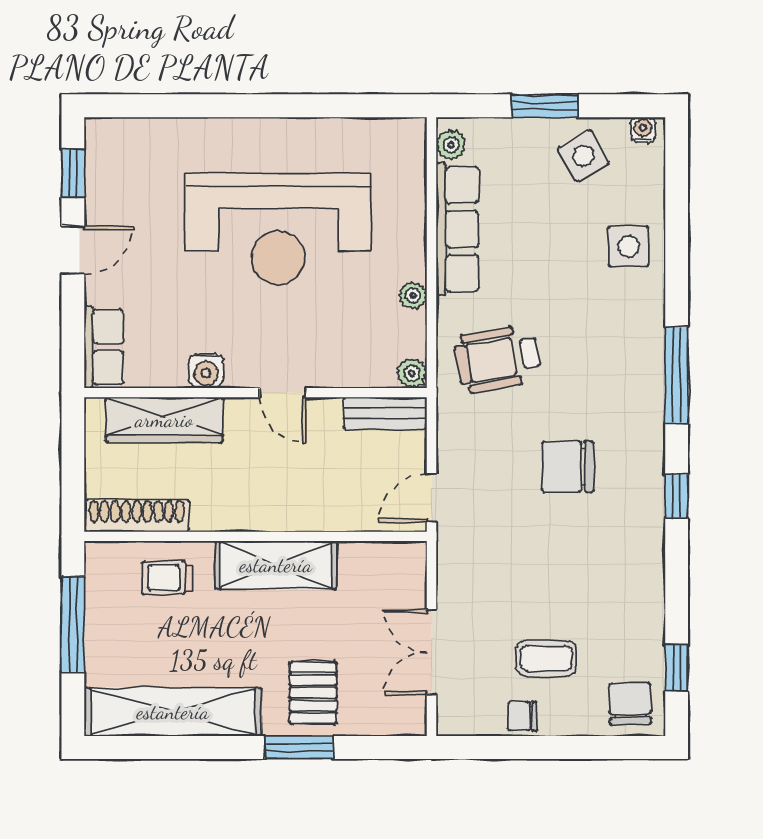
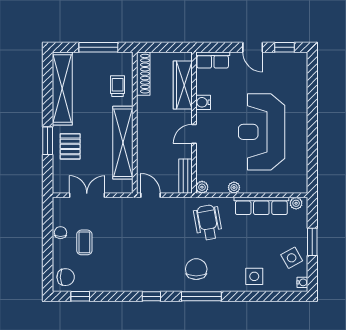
chair: (568, 467) -> (196, 269), moved
shelving: (276, 565) -> (123, 143), width x1.47
pallet: (313, 693) -> (70, 146), turned 90

